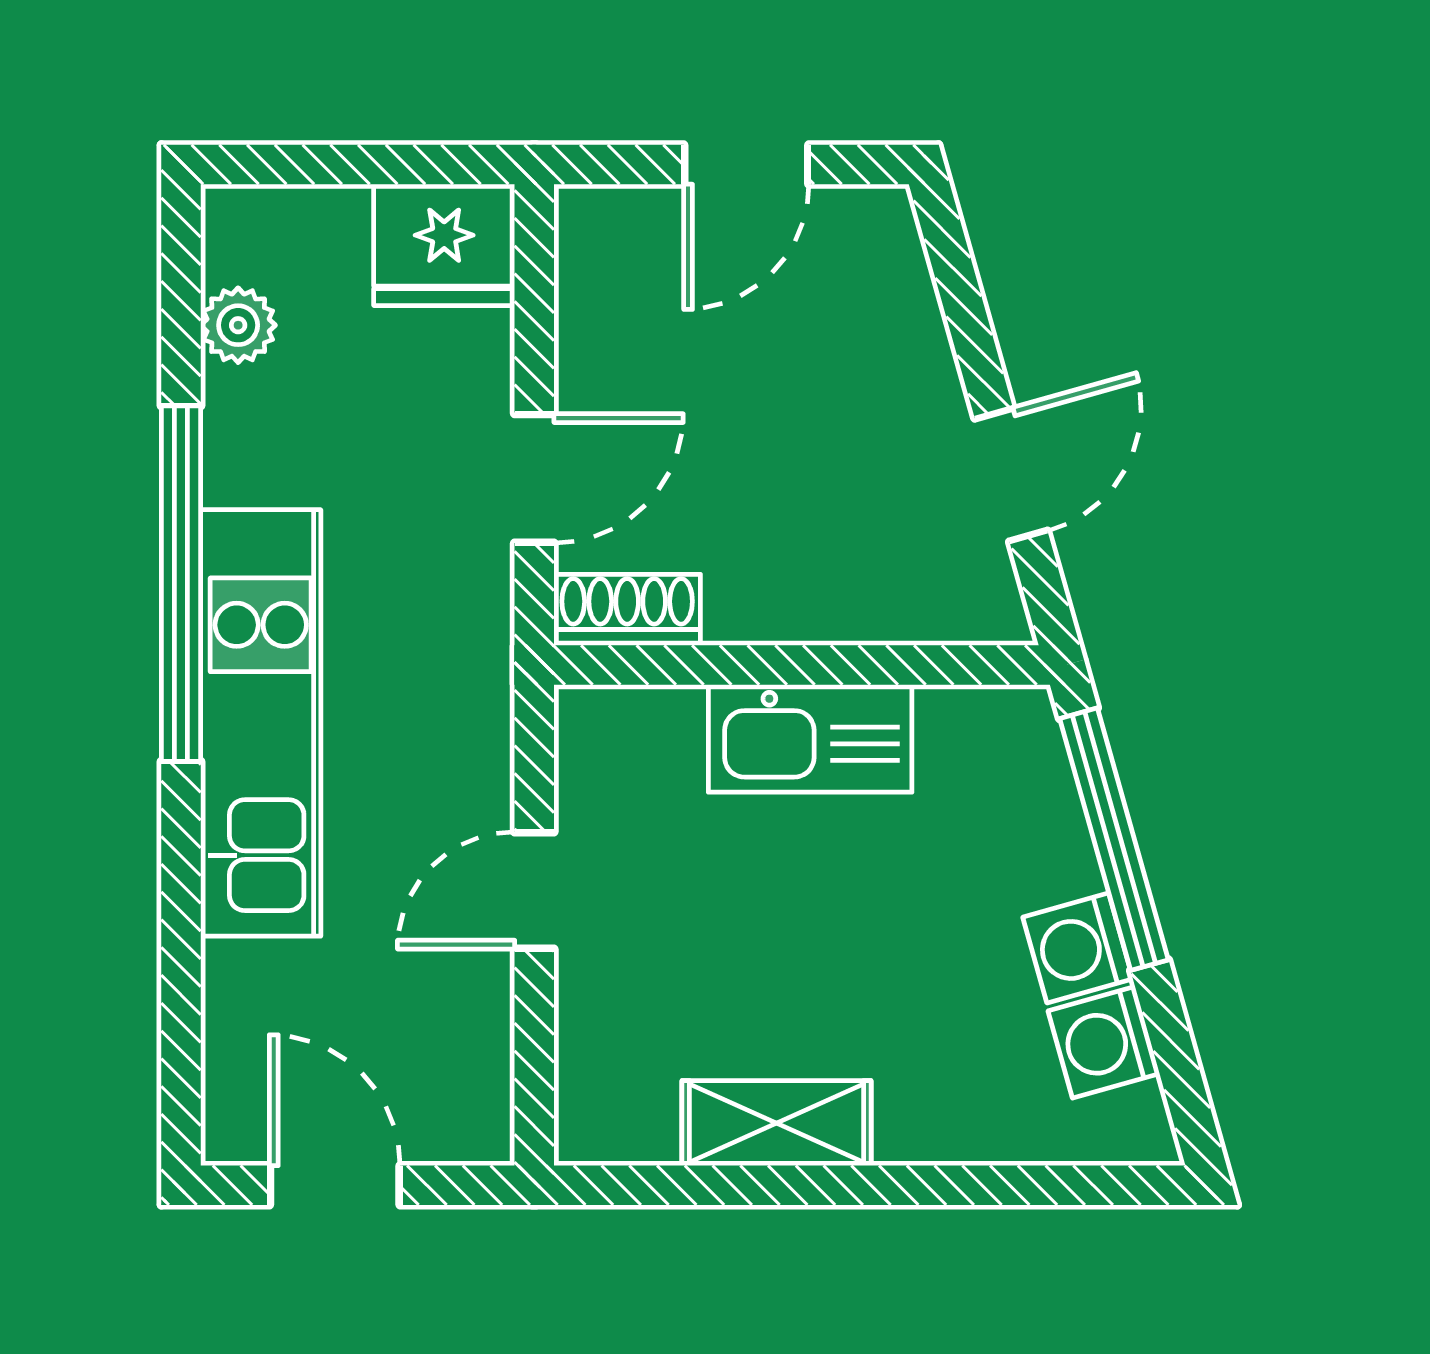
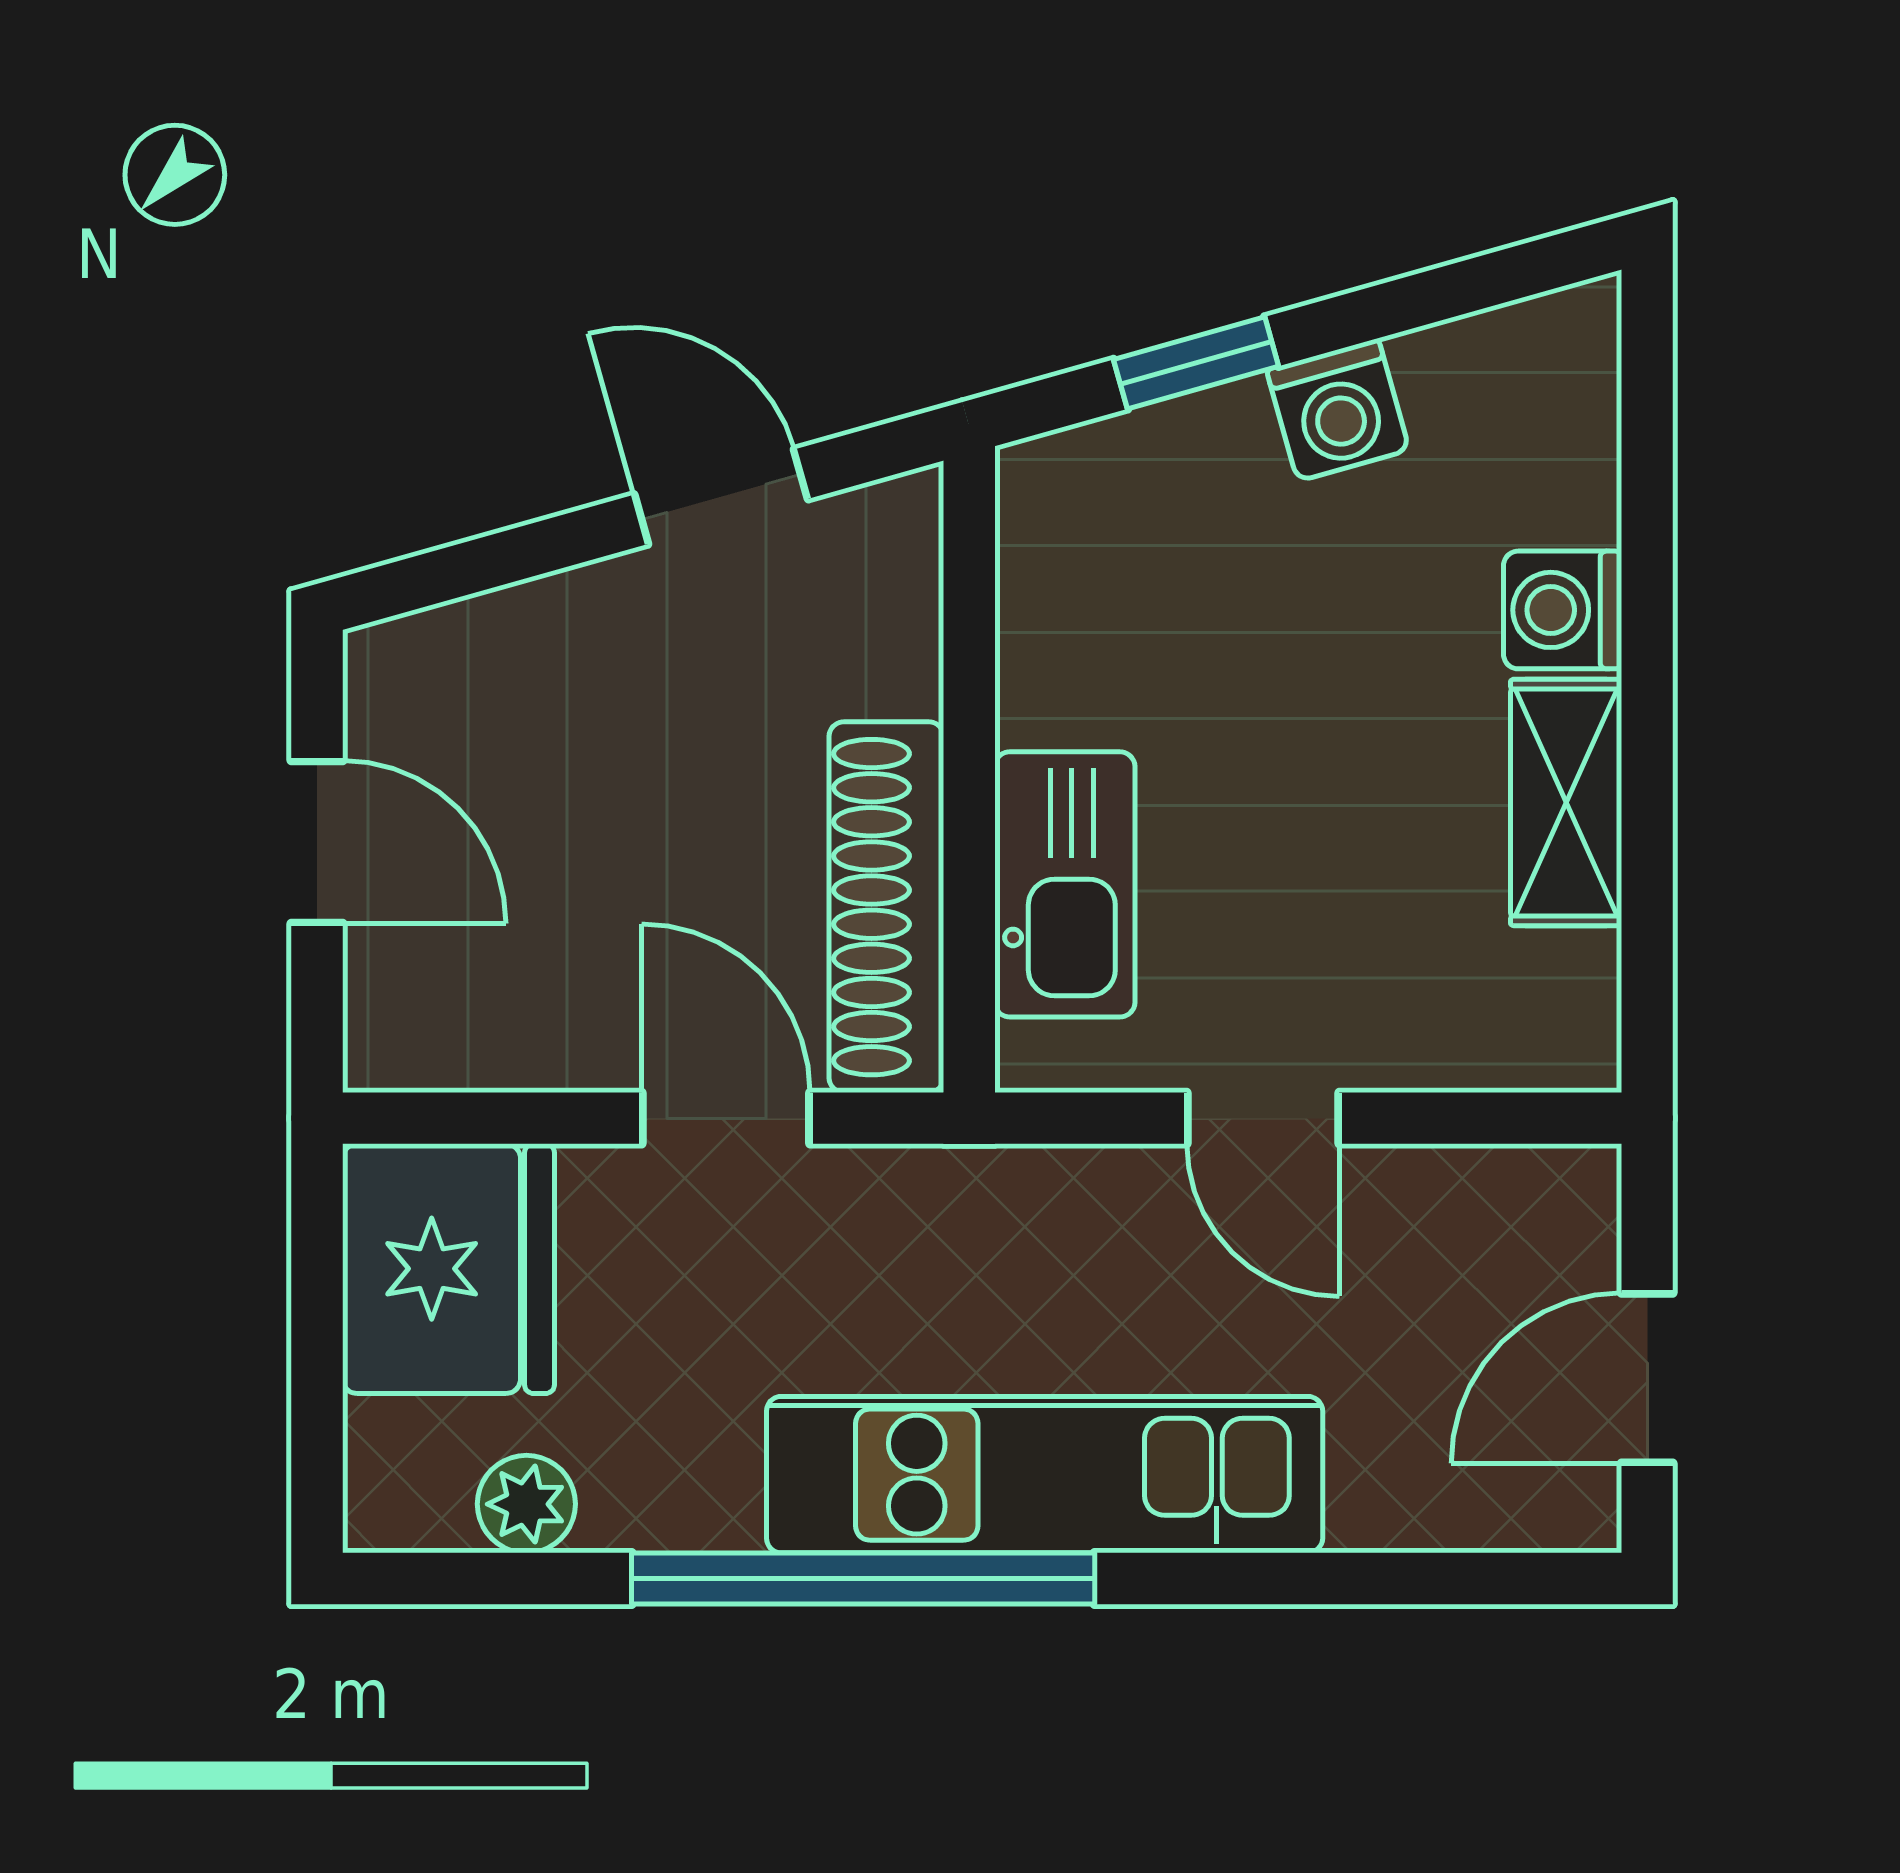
fridge: (444, 245) -> (448, 1269), width x1.36, depth x1.34
shoe rack: (627, 610) -> (886, 907), width x1.94, depth x1.24
kitchen sink: (810, 738) -> (1065, 884), moved
window: (1114, 839) -> (1196, 363), width x0.46
washing machine: (1104, 1042) -> (1563, 610), moved, turned 106

